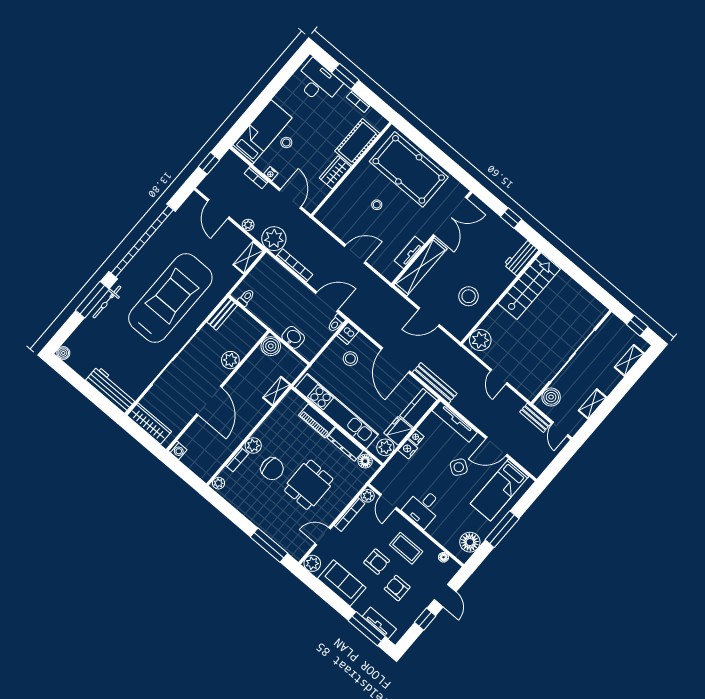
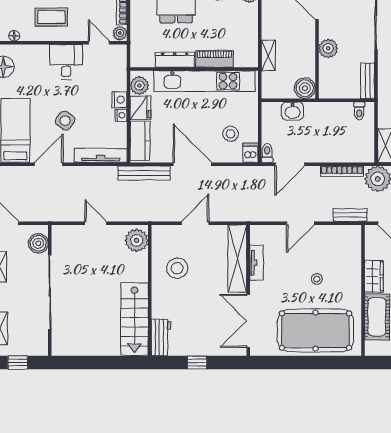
bench: (535, 418) -> (350, 215), moved
floor lamp: (365, 461) -> (146, 60), removed

